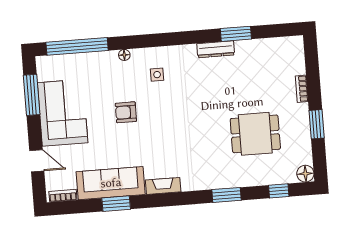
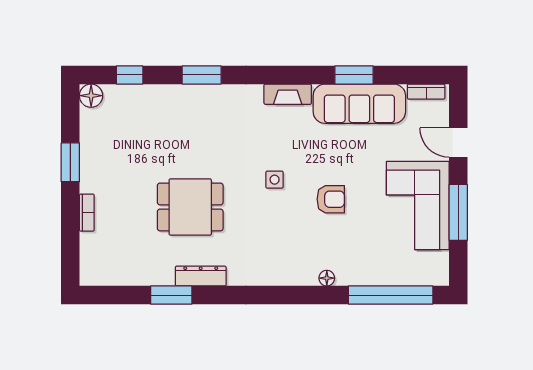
side table: (157, 75) -> (275, 180), moved
window: (32, 95) -> (458, 212), moved
dining table: (255, 134) -> (190, 207), moved

